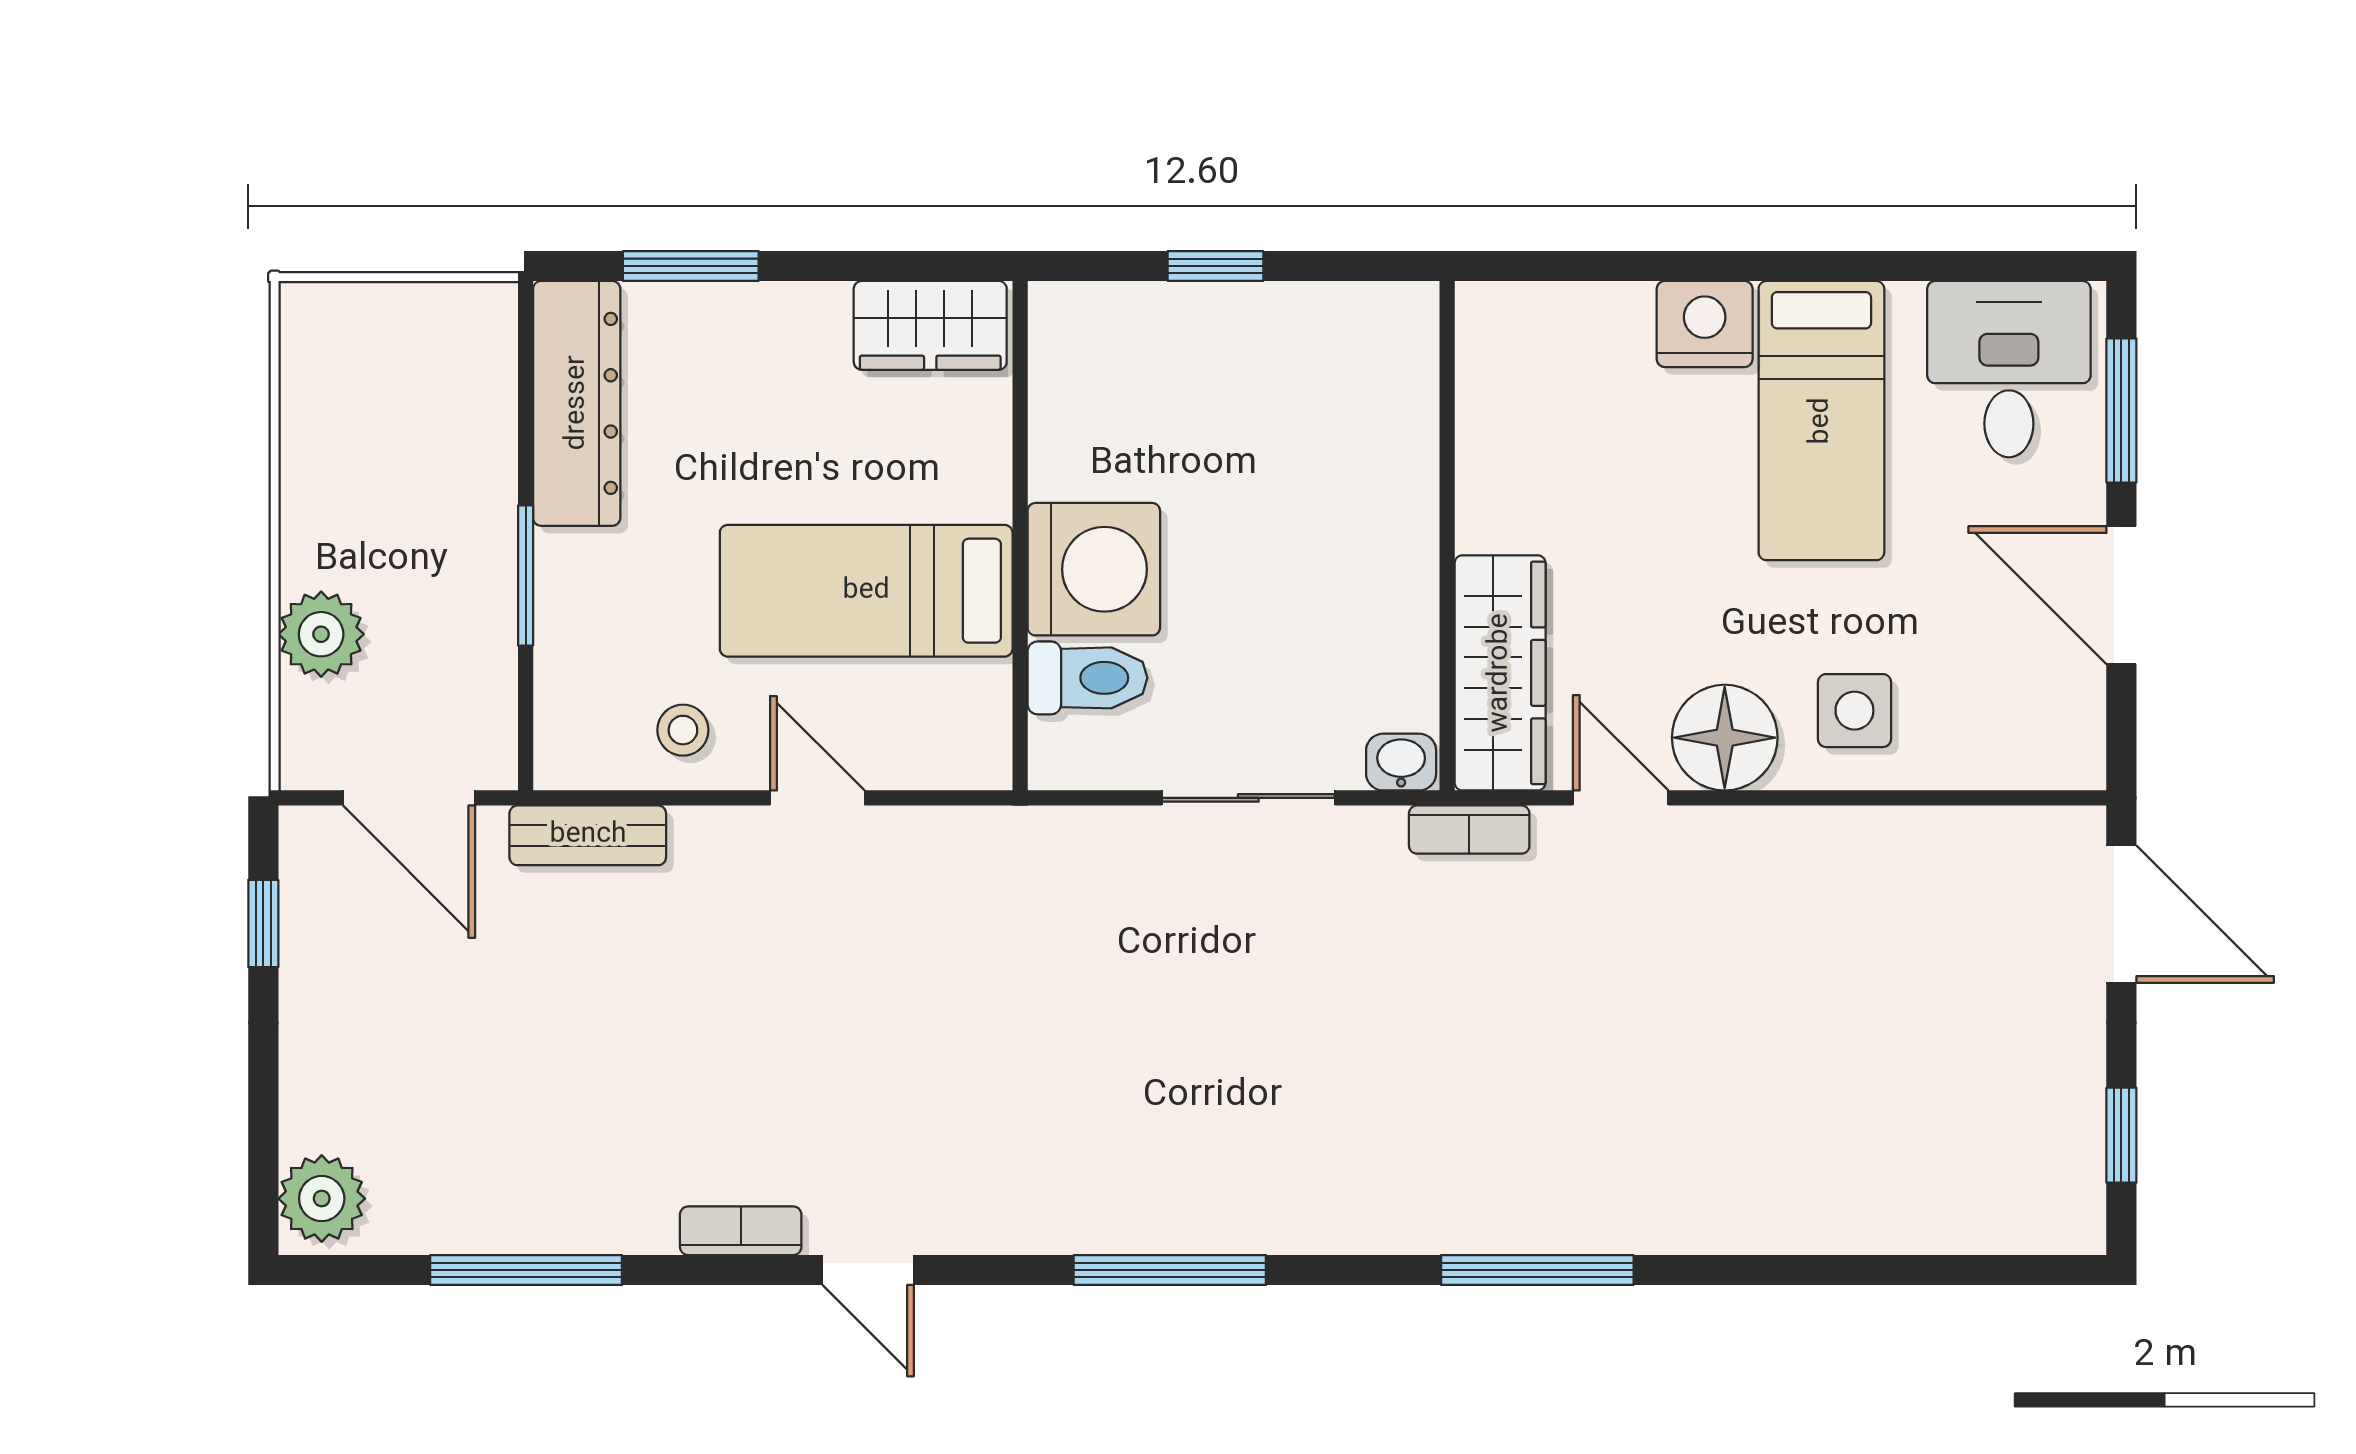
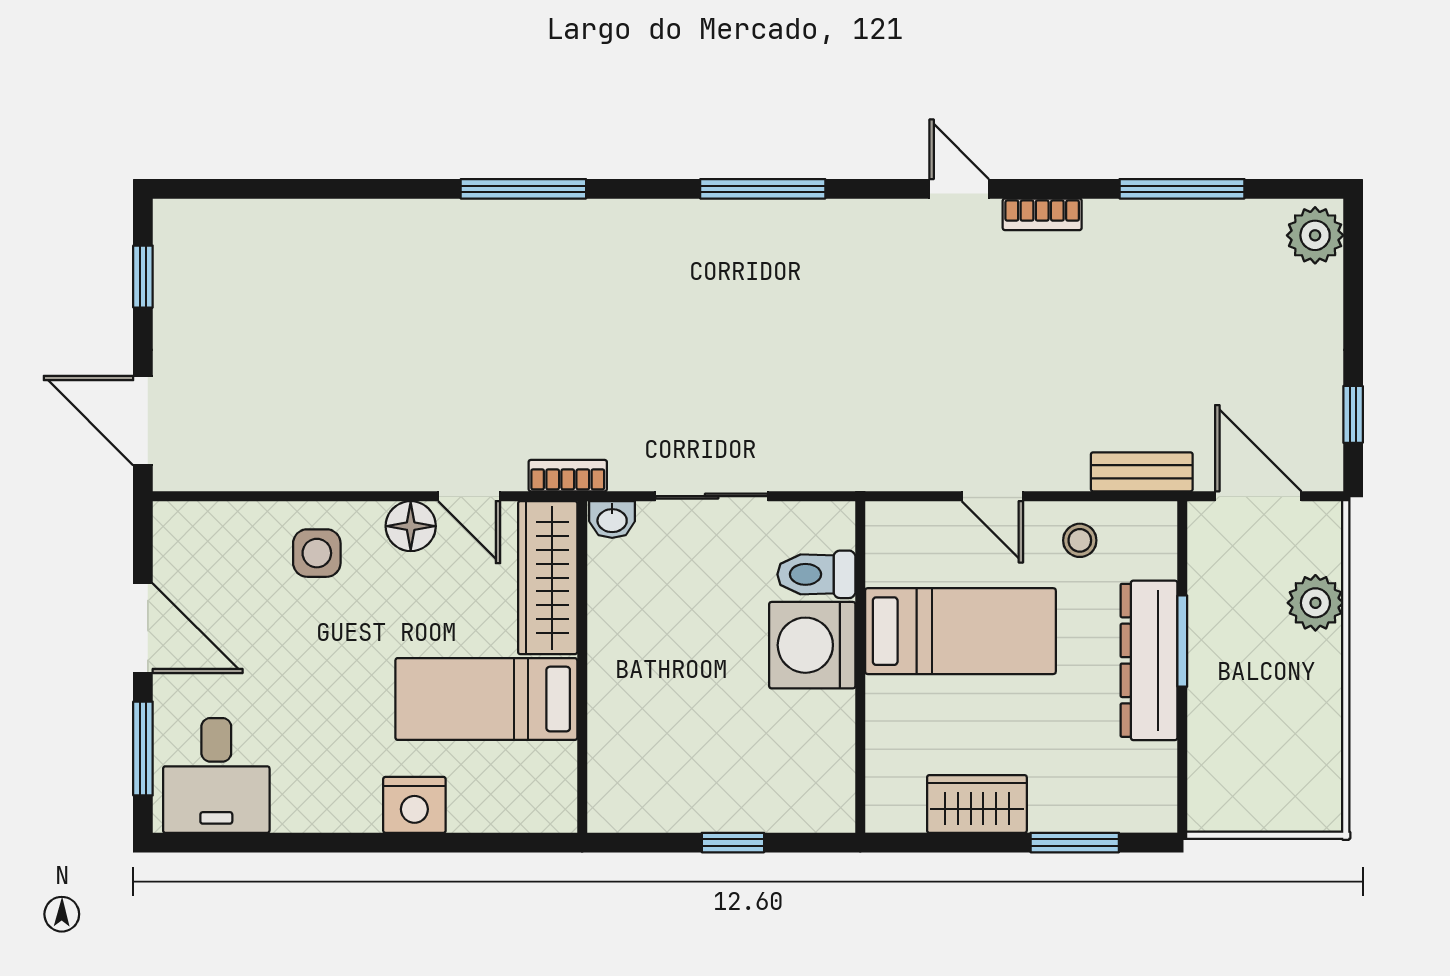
wardrobe: (930, 325) -> (977, 804), moved
dresser: (577, 403) -> (1149, 660), moved
bed: (1821, 421) -> (486, 699), moved, turned -90
floor lamp: (1725, 738) -> (411, 526), width x0.73, depth x0.73

